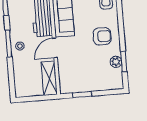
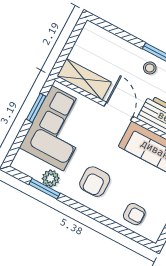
corner sofa: (86, 76) -> (58, 128), added

